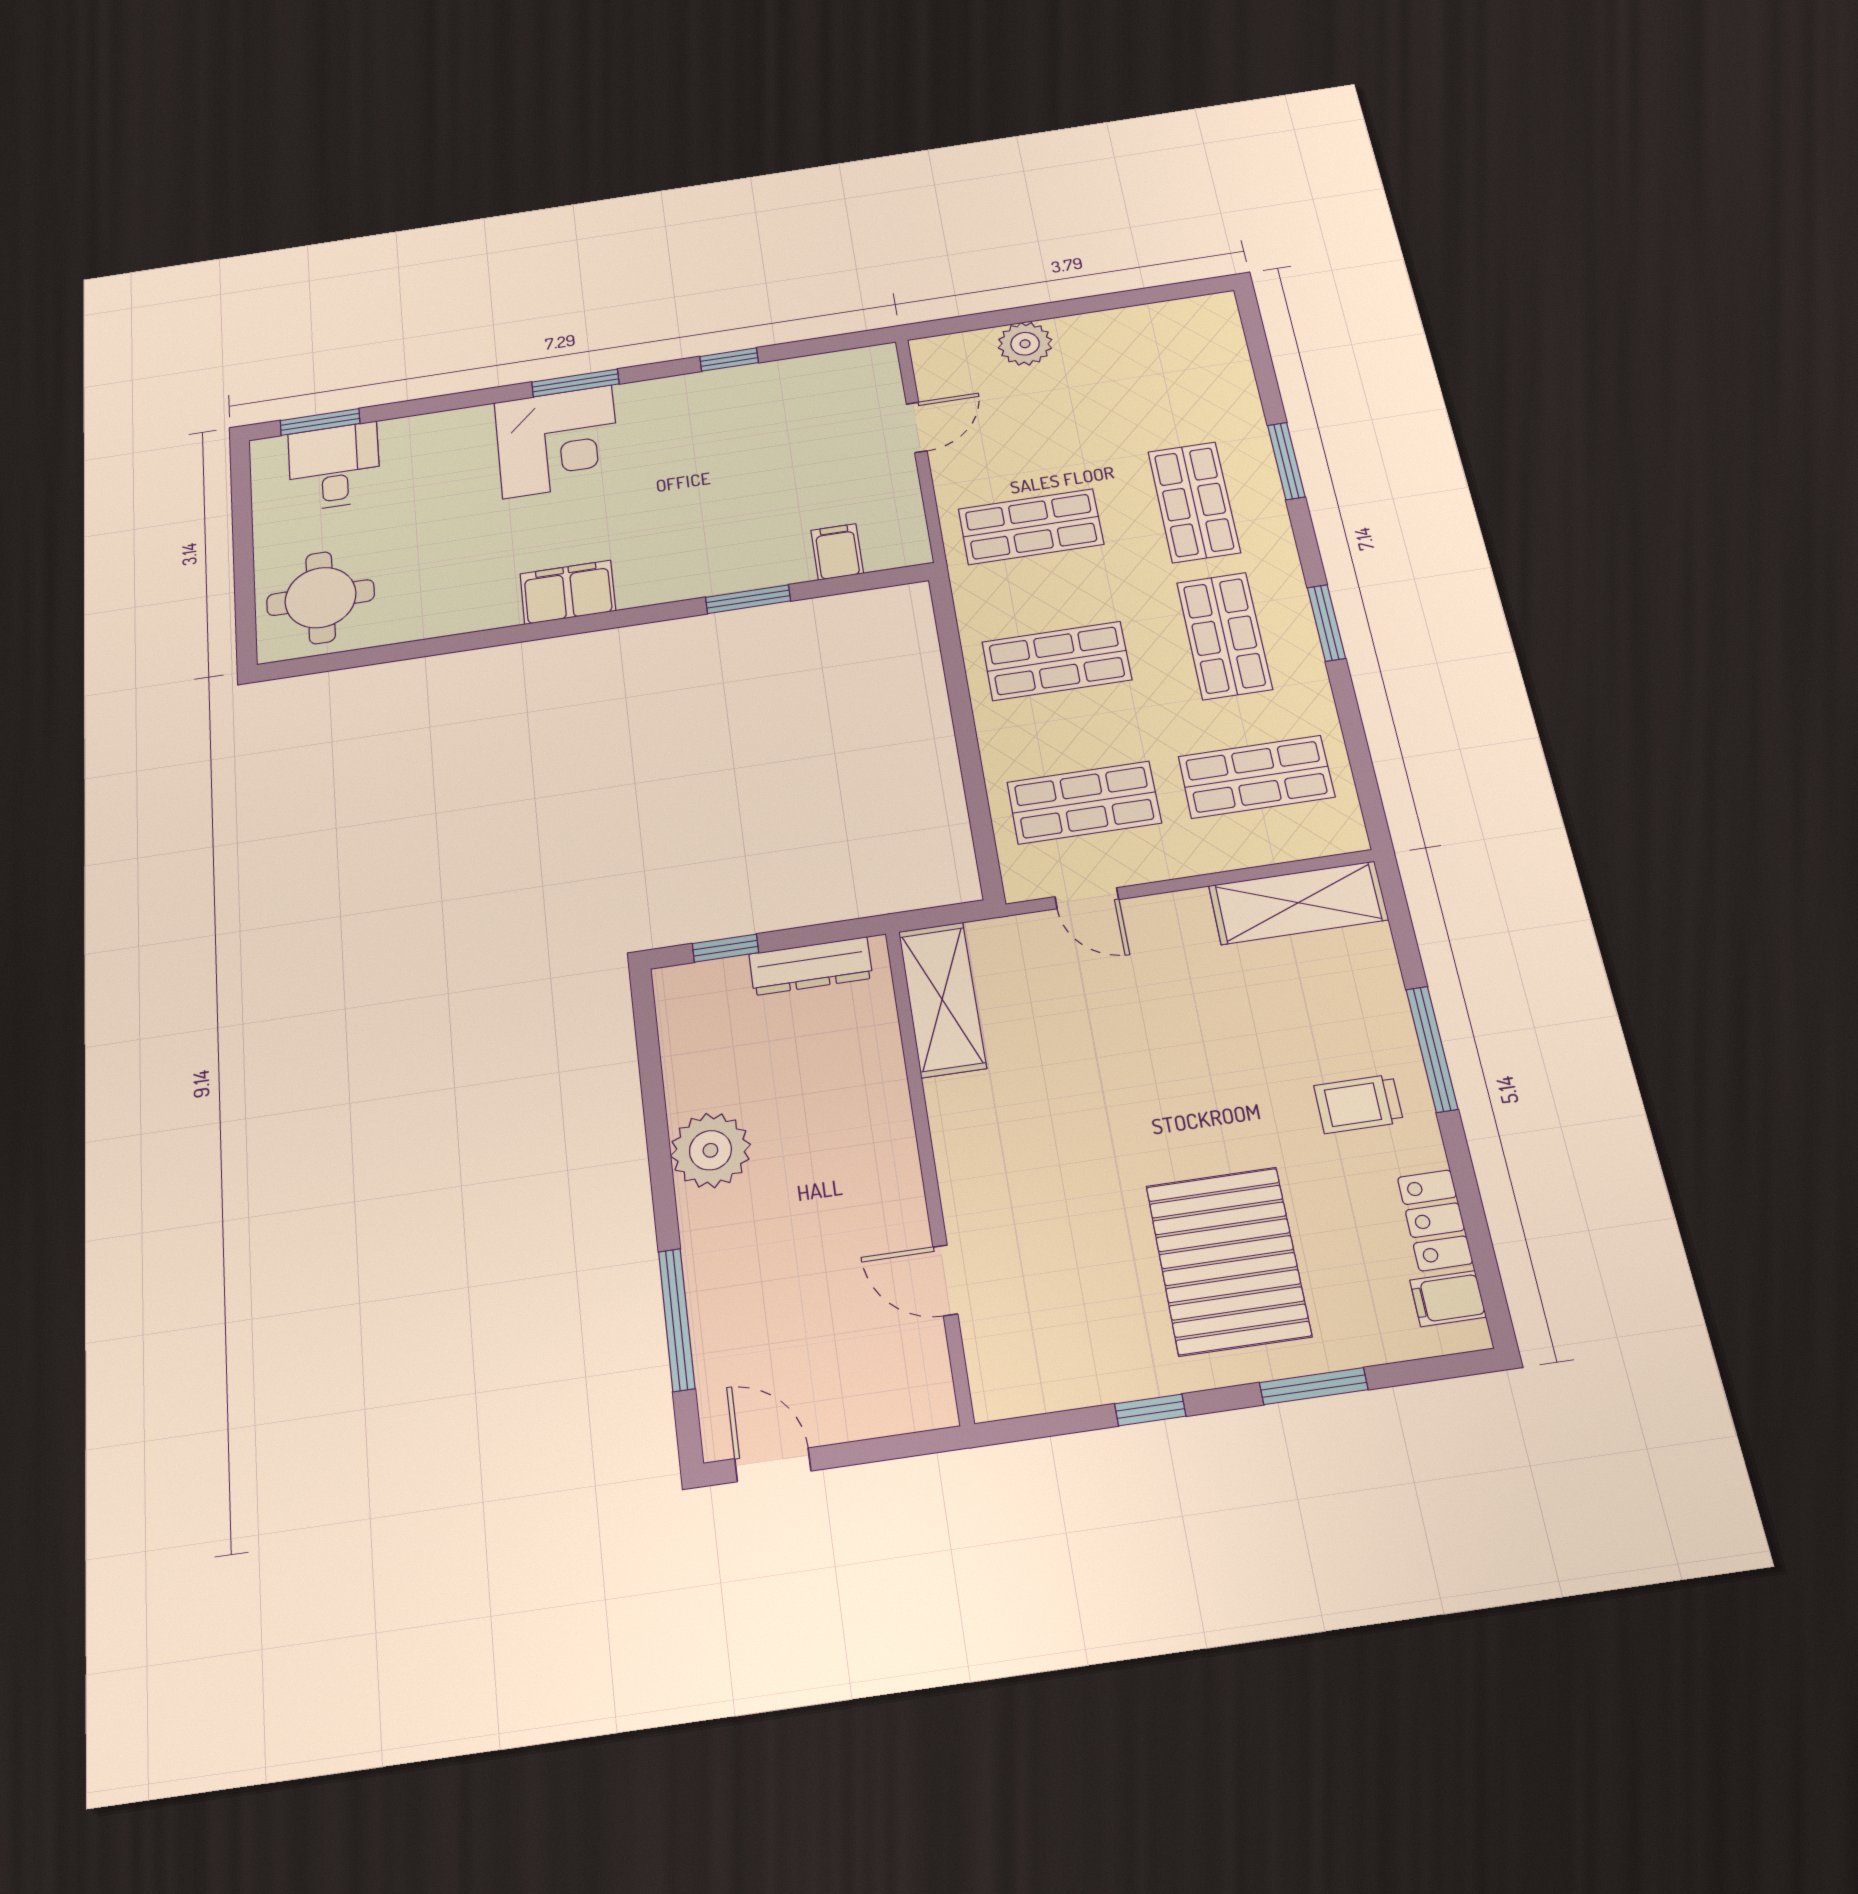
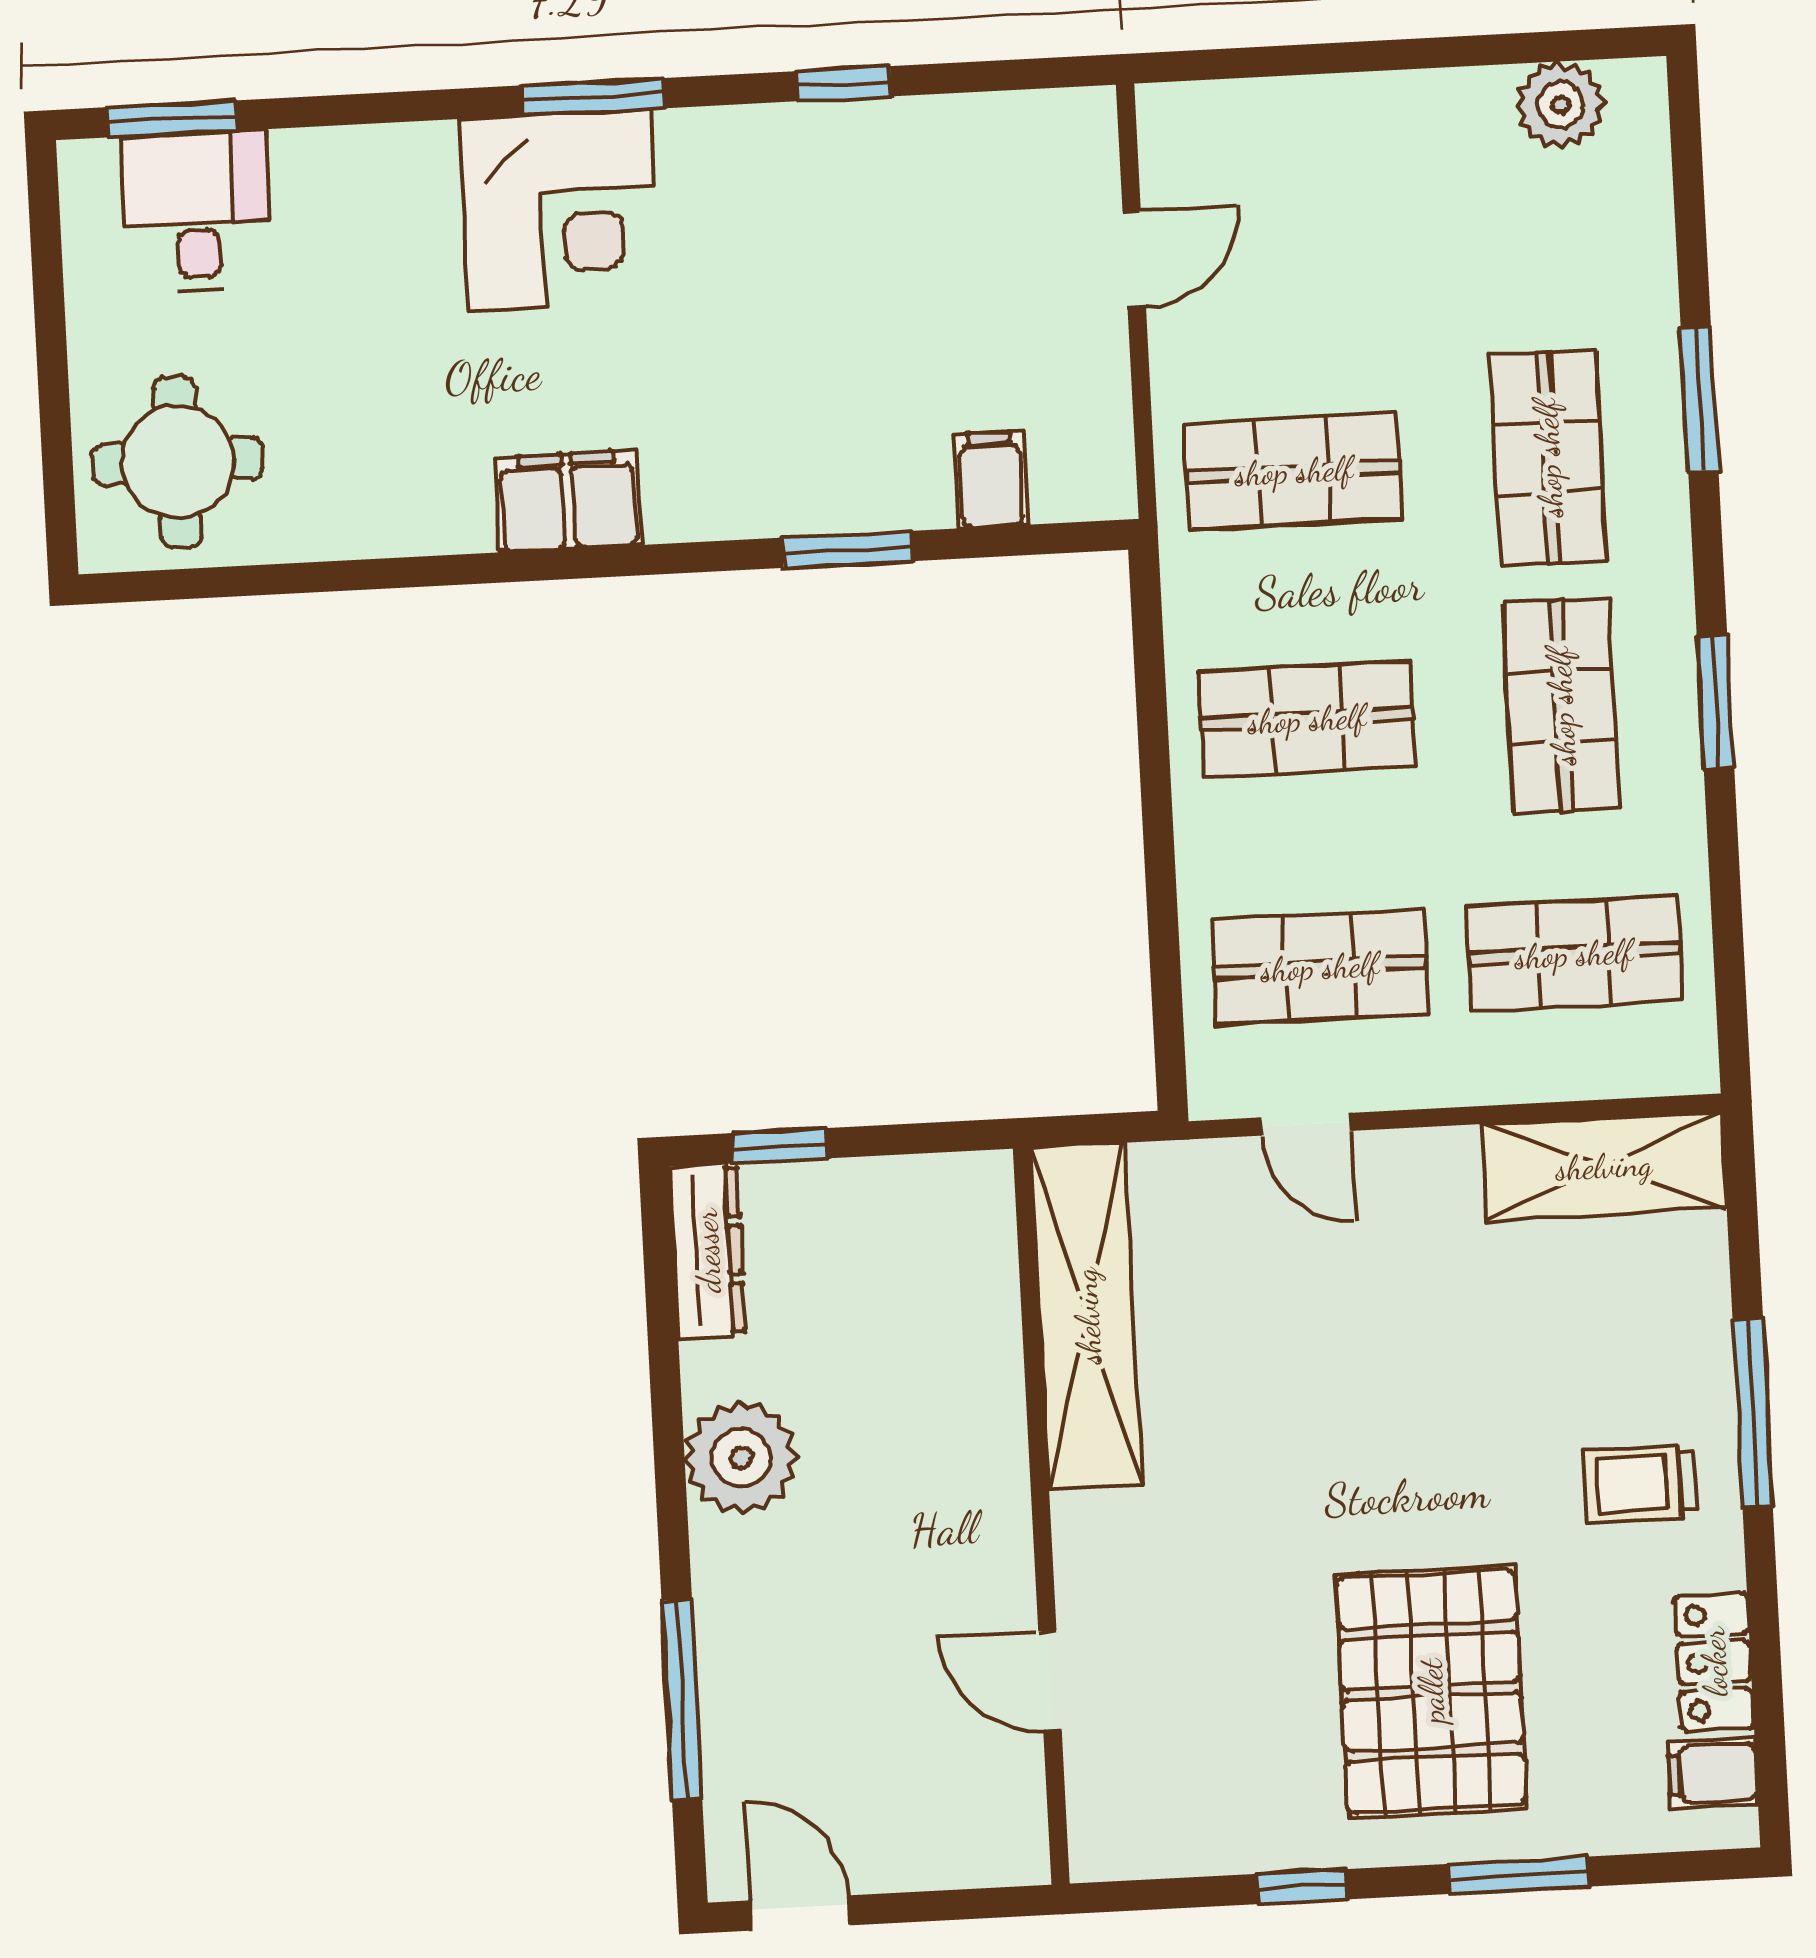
plant: (1025, 344) -> (1560, 105), moved
dresser: (811, 966) -> (707, 1251), moved, turned -90
shelving: (942, 999) -> (1087, 1316), width x1.47

